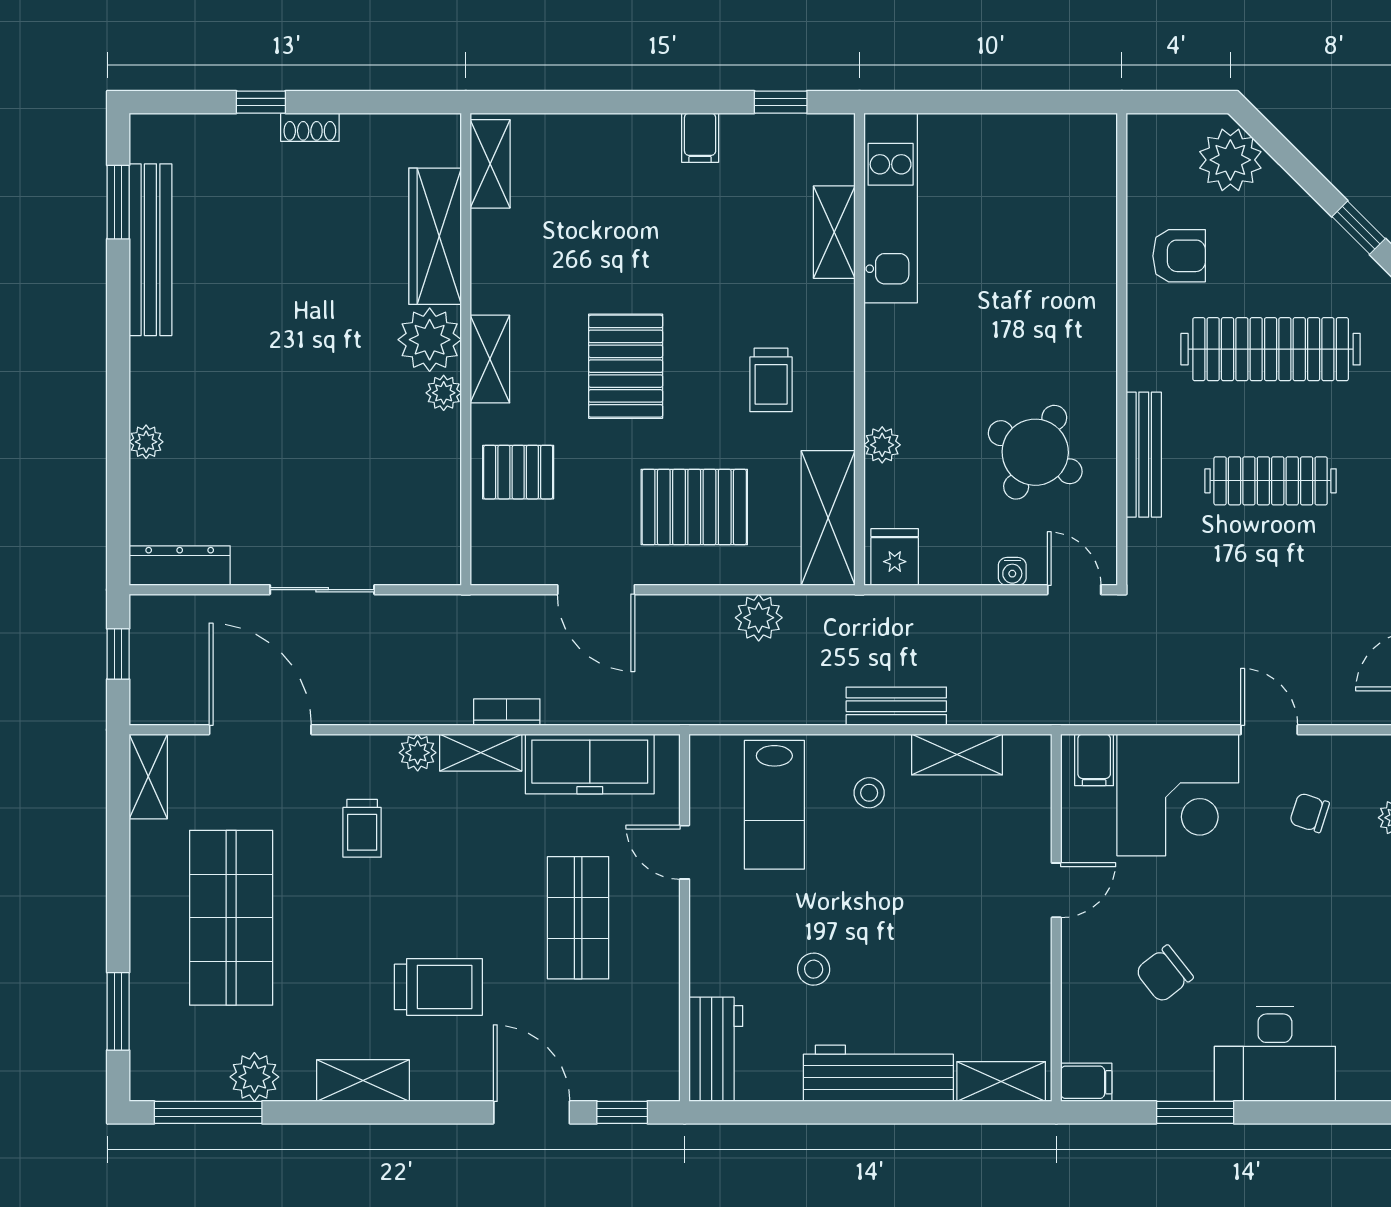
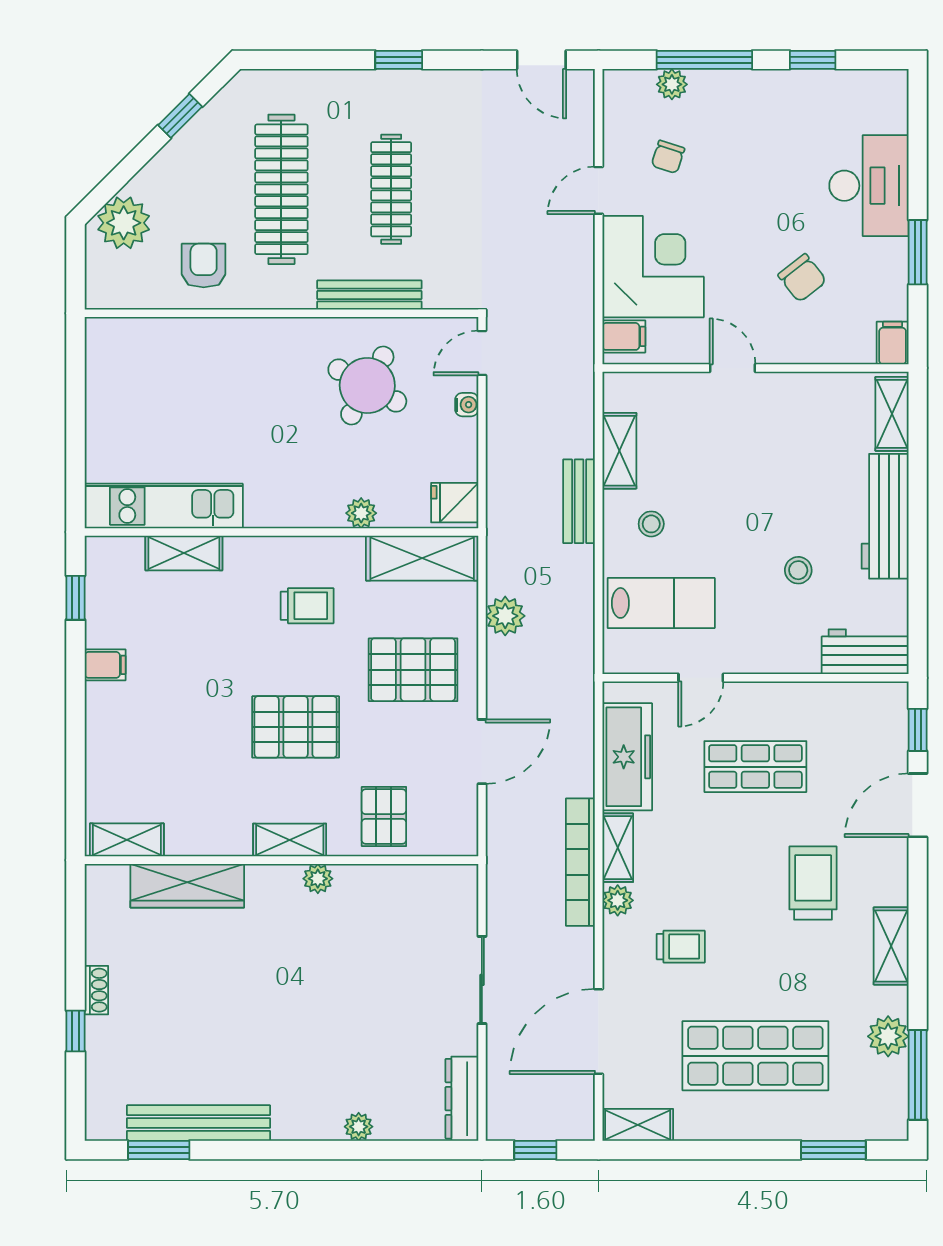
plant: (430, 340) -> (274, 890), removed
pallet: (694, 507) -> (413, 670), turned 90
bookcase: (507, 712) -> (580, 862), width x2.31, depth x1.31

